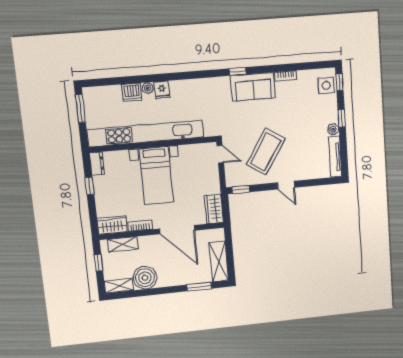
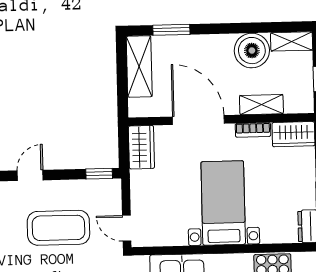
coffee table: (266, 152) -> (58, 228), turned 57
door: (286, 185) -> (30, 175), hinge flipped
shelving: (123, 244) -> (261, 105), moved

